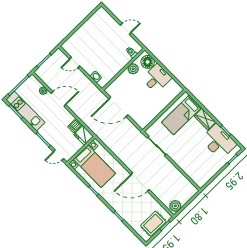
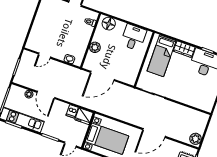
plant: (133, 69) -> (95, 47), moved
desk: (157, 78) -> (133, 37), moved
door: (58, 99) -> (46, 95), swing flipped

